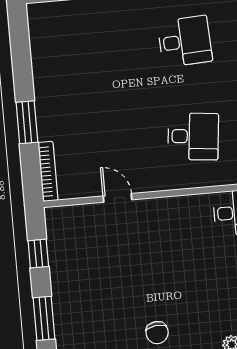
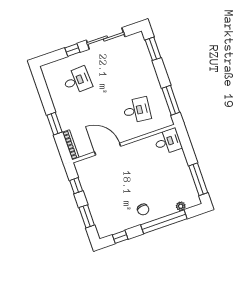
desk: (185, 41) -> (77, 80), moved
door: (118, 198) -> (108, 149), width x1.88

